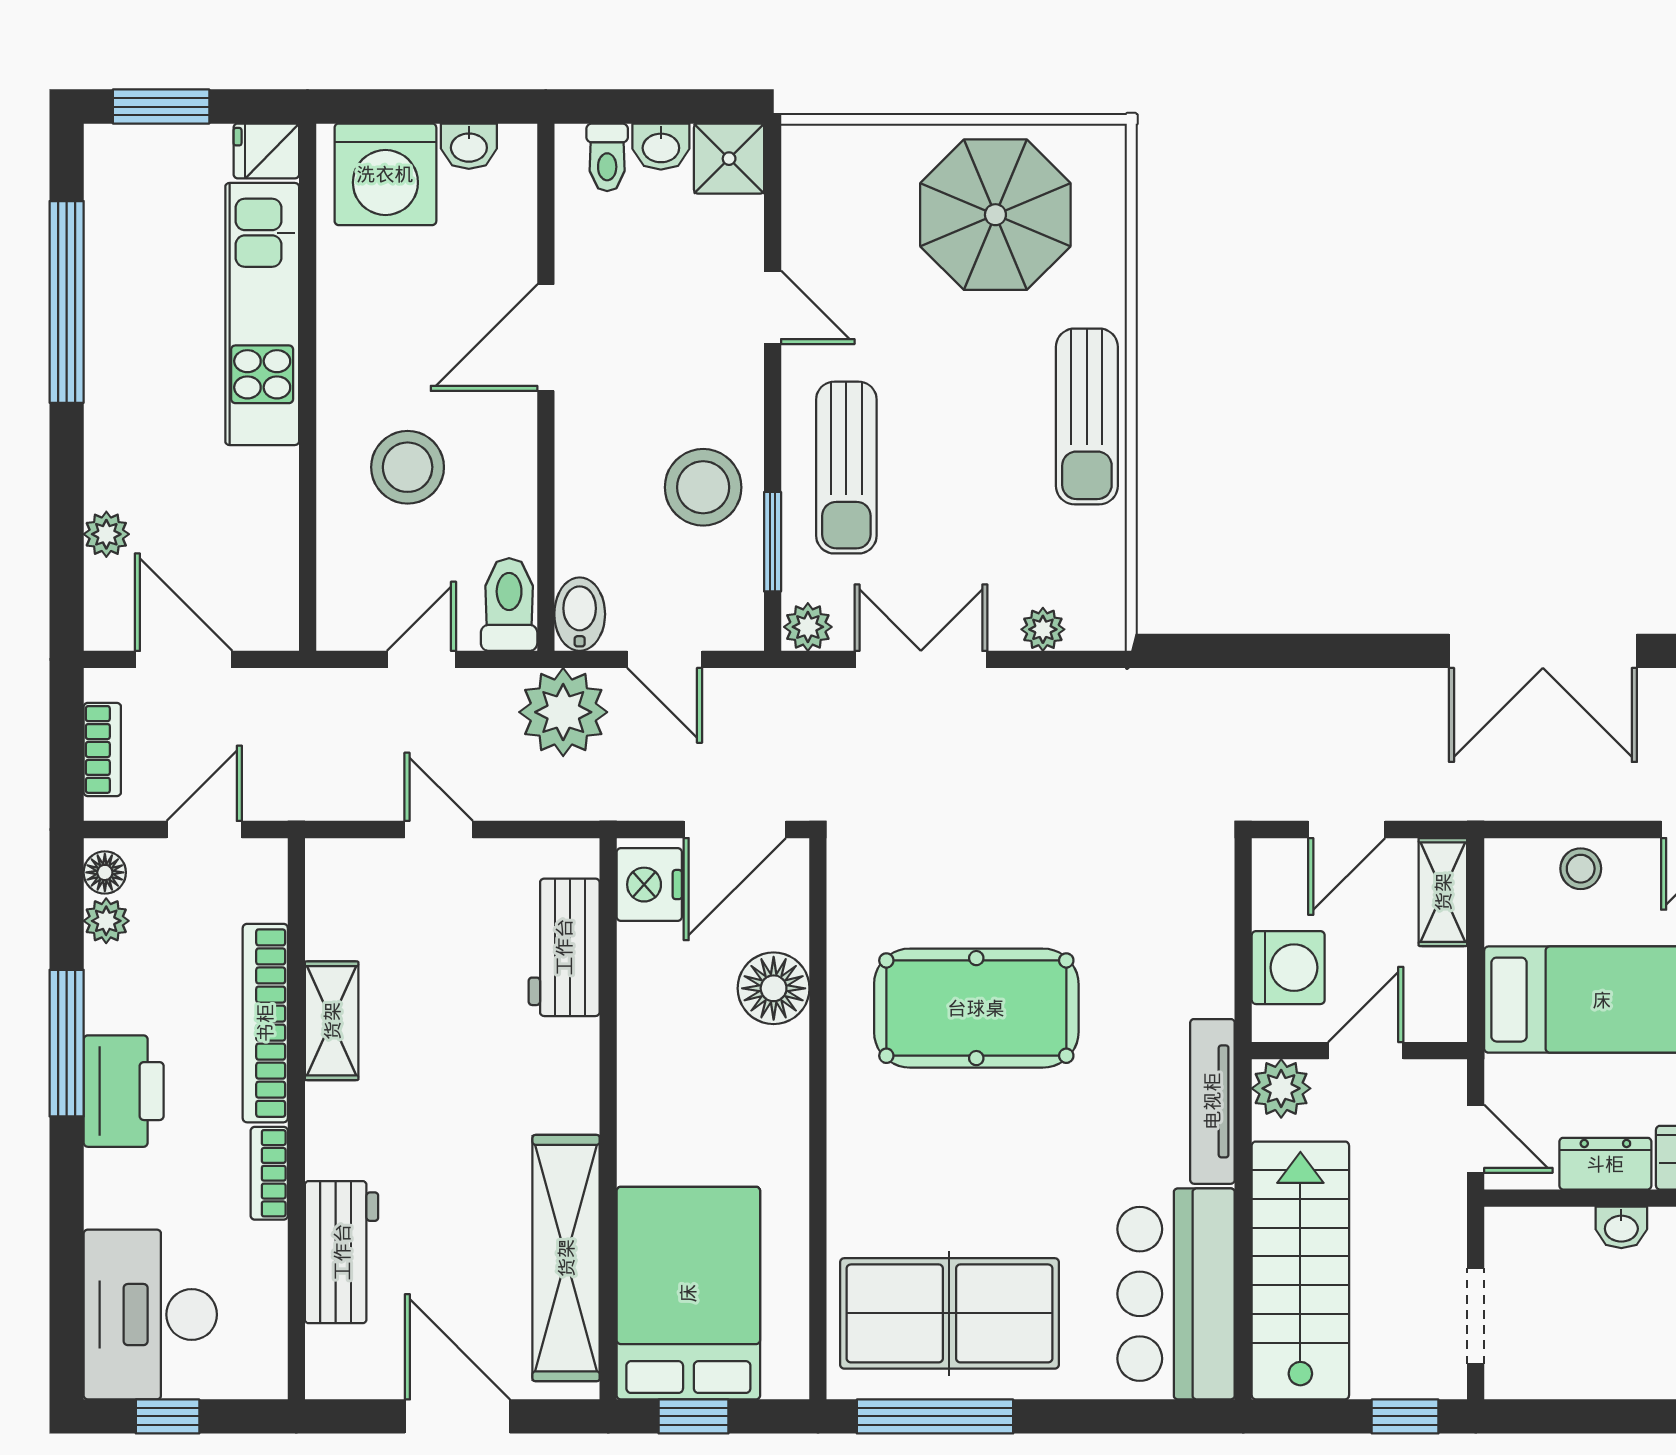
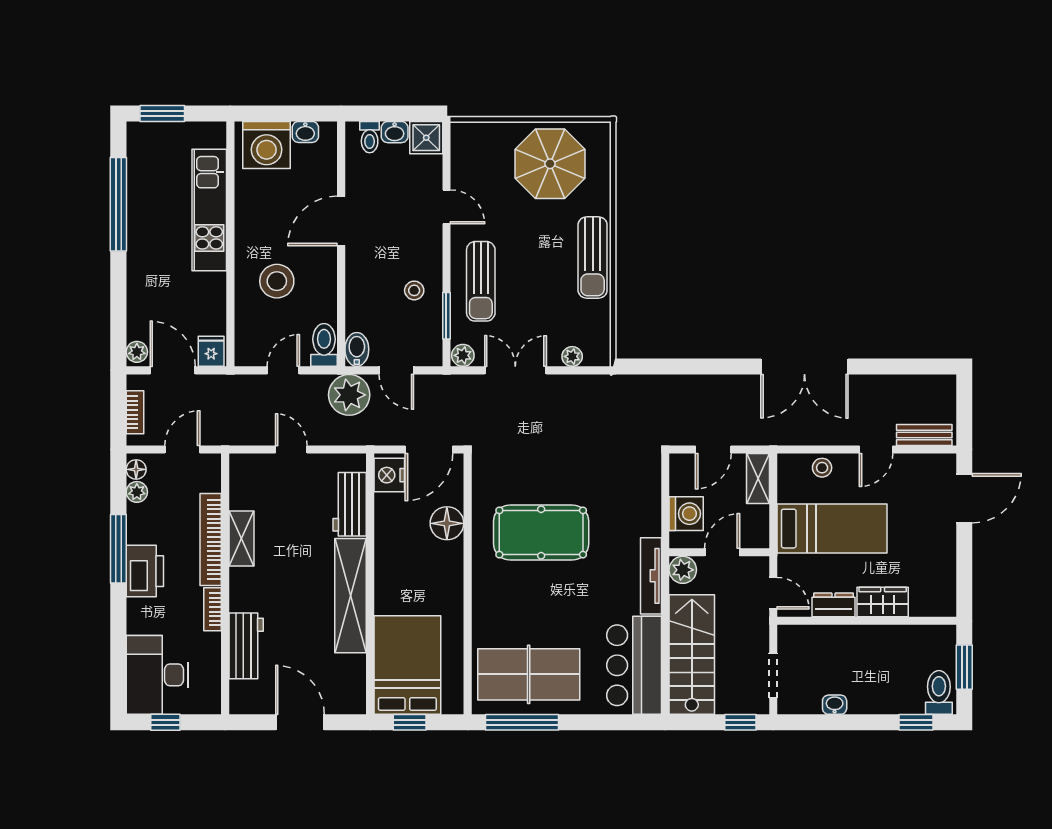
fridge: (266, 151) -> (211, 351), moved, turned 90
stool: (703, 487) -> (414, 290), width x0.53, depth x0.53
plant: (106, 534) -> (137, 352), moved
washbasin: (1621, 1227) -> (835, 705), moved, turned 180
shelving: (566, 1258) -> (350, 596), moved

